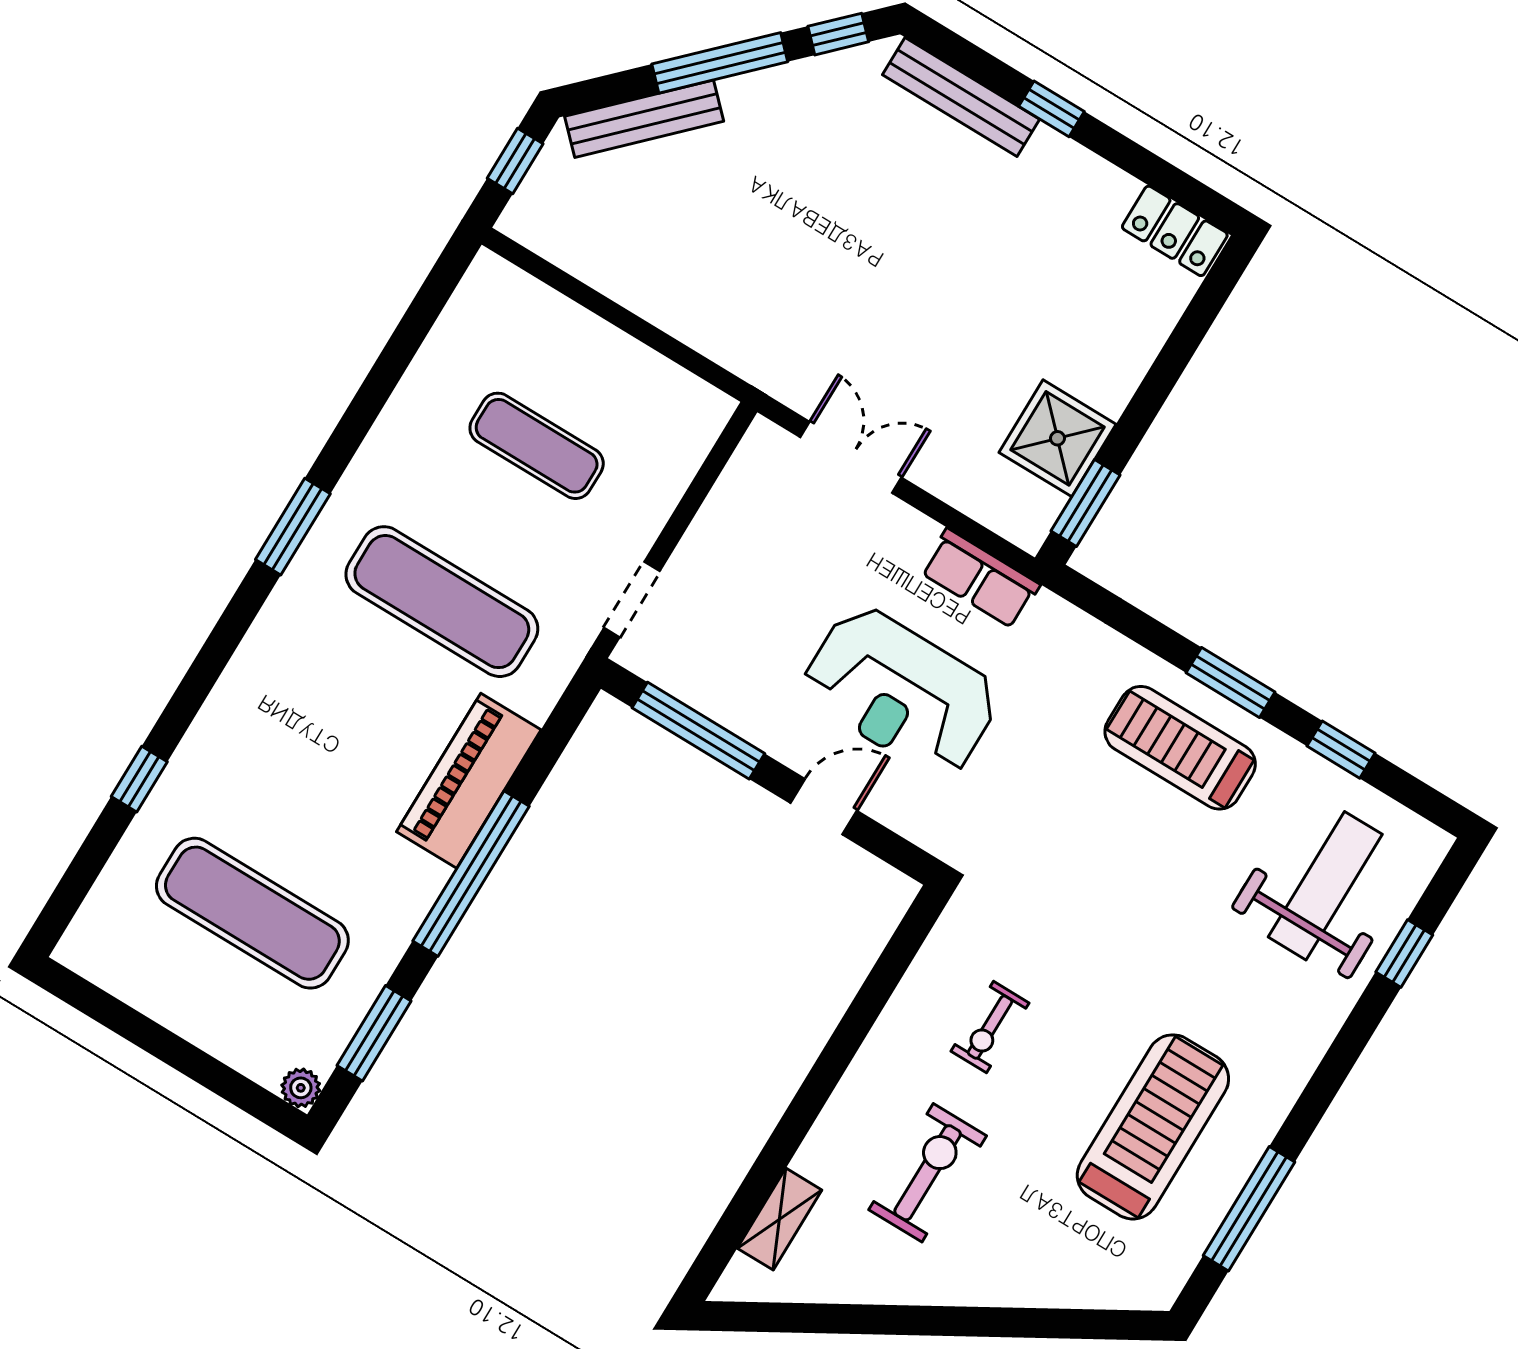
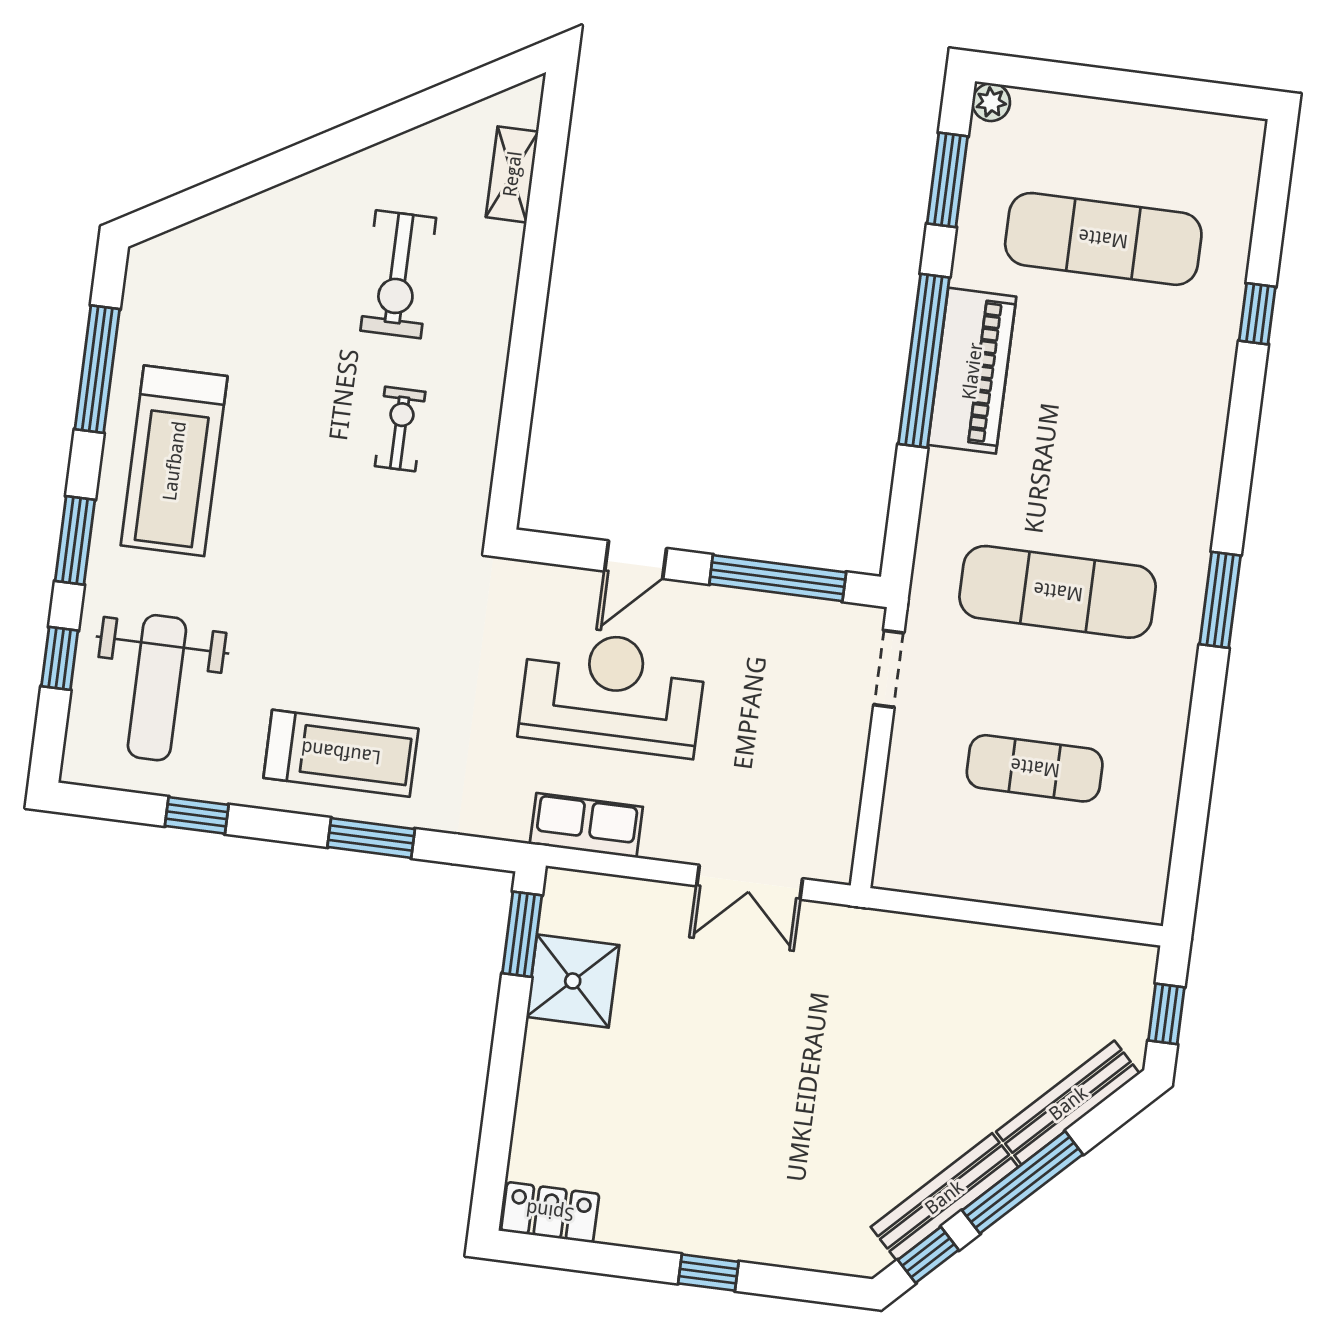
bench: (961, 97) -> (944, 1197), moved, turned -45
window: (1231, 682) -> (371, 838), moved
piano: (469, 781) -> (972, 371), moved
window: (1341, 1058) -> (75, 540), added
treadmill: (1153, 1127) -> (174, 461), moved

